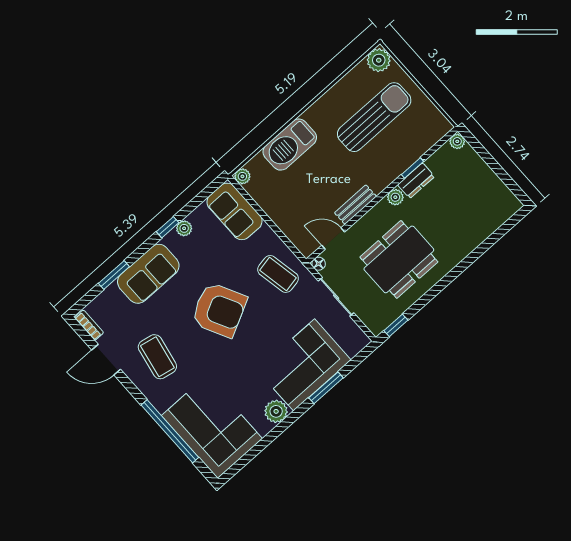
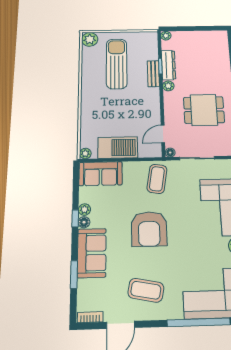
barbecue: (290, 145) -> (118, 148), moved, turned -90
dresser: (416, 181) -> (168, 65), width x1.44
bench: (356, 205) -> (153, 74), moved
floor lamp: (171, 239) -> (84, 222), added
dining table: (399, 259) -> (204, 110), width x0.73
coffee table: (278, 274) -> (157, 179), turned -70
armchair: (219, 310) -> (149, 229), turned 117

